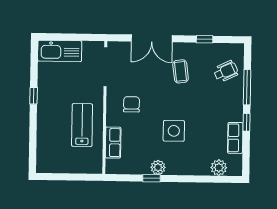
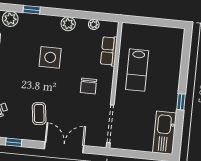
kitchen sink: (60, 51) -> (165, 133), moved, turned -90
plant: (131, 169) -> (94, 24), added
window: (152, 178) -> (32, 10), moved

